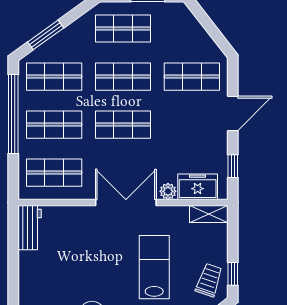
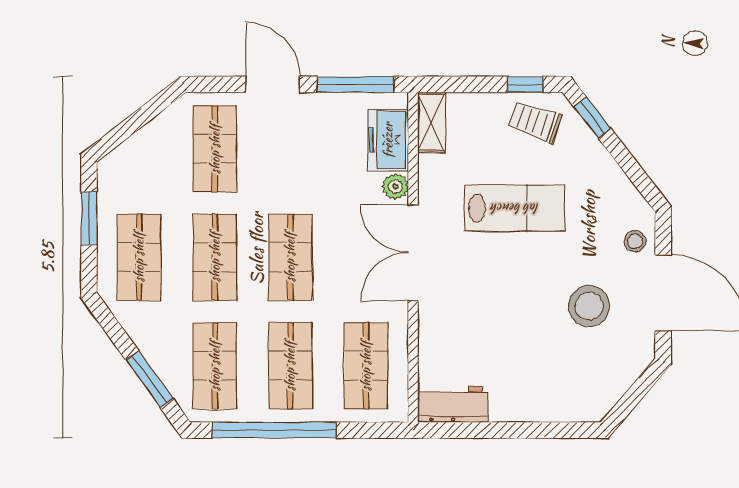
window: (233, 166) -> (356, 84), width x2.17
lab bench: (154, 267) -> (515, 208), turned 180

